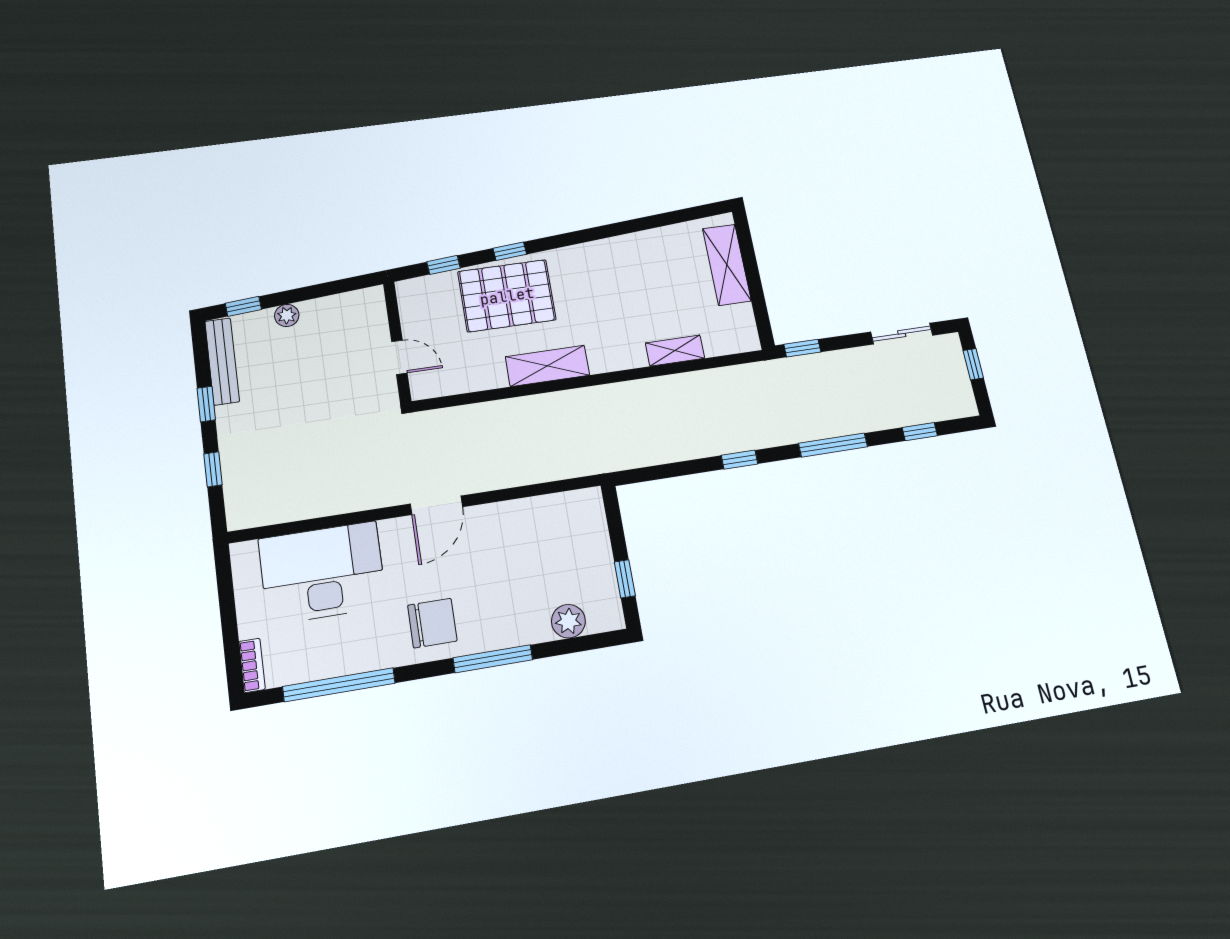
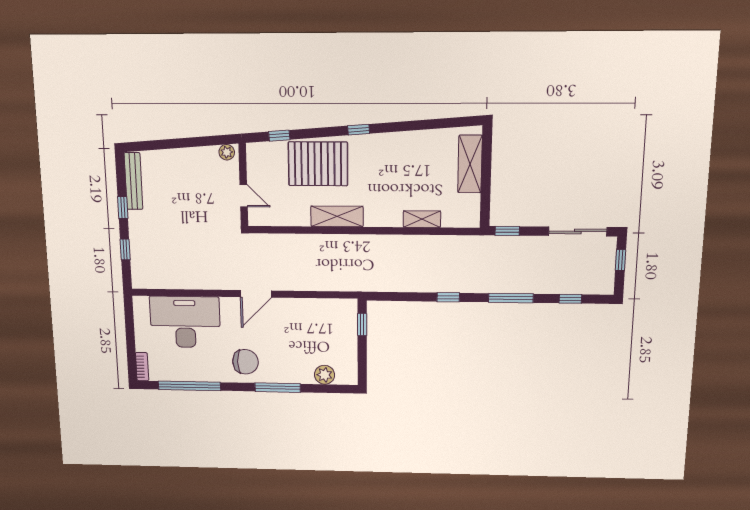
window: (510, 251) -> (359, 130), moved
window: (243, 306) -> (148, 145), removed
plant: (287, 315) -> (227, 152), moved
sliding door: (902, 334) -> (578, 231), width x1.37
window: (625, 579) -> (362, 325), moved

